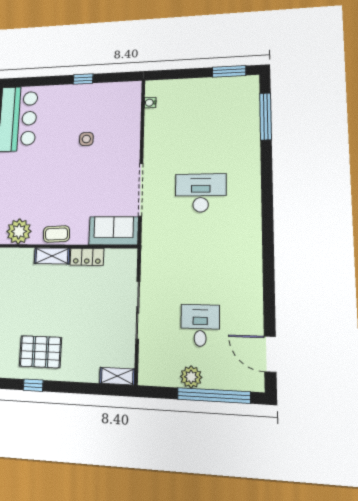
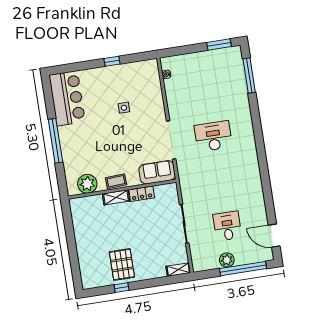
pallet: (40, 352) -> (122, 265), turned 90

